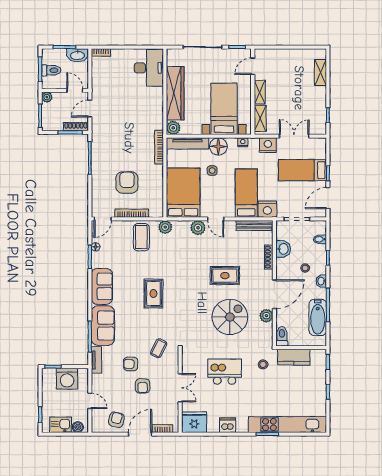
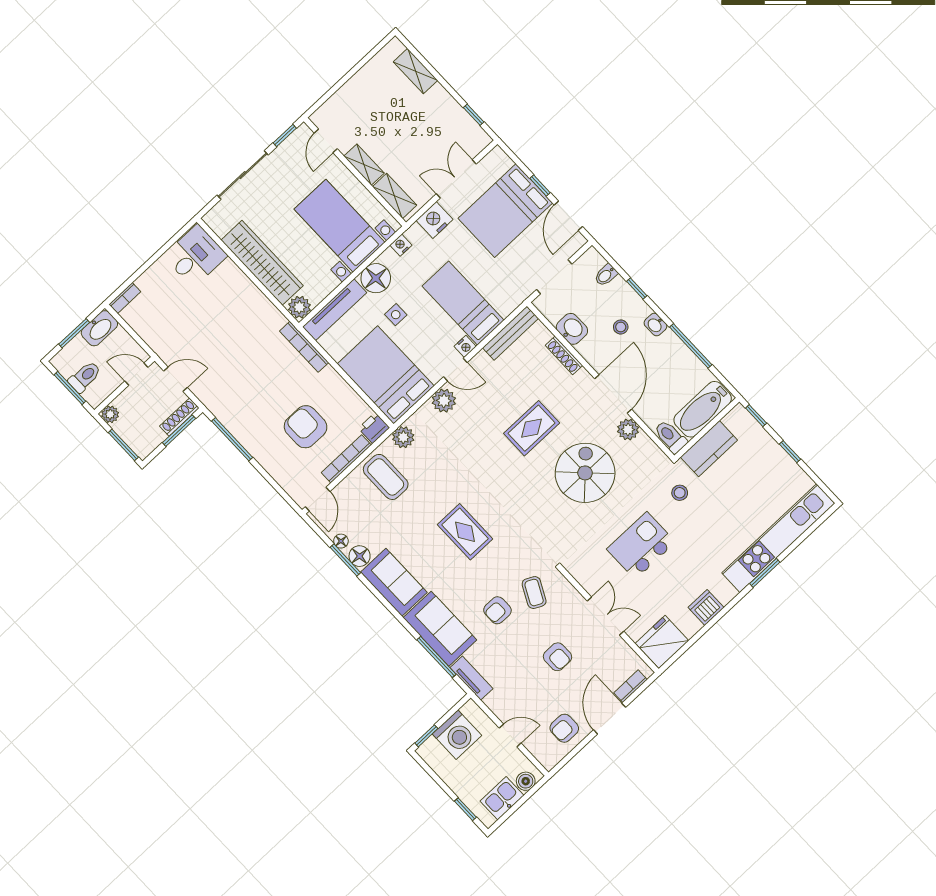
desk: (149, 68) -> (195, 256), width x0.73
door: (90, 109) -> (176, 379), swing flipped
bed: (302, 170) -> (505, 211), width x1.50
nightstand: (267, 209) -> (465, 346), moved, width x0.53, depth x0.56
printer: (156, 211) -> (374, 428), added
floor lamp: (98, 261) -> (360, 556), added
bathtub: (318, 317) -> (703, 409), moved, turned 90
armchair: (131, 364) -> (497, 610), moved
armchair: (116, 420) -> (564, 728), turned -103

